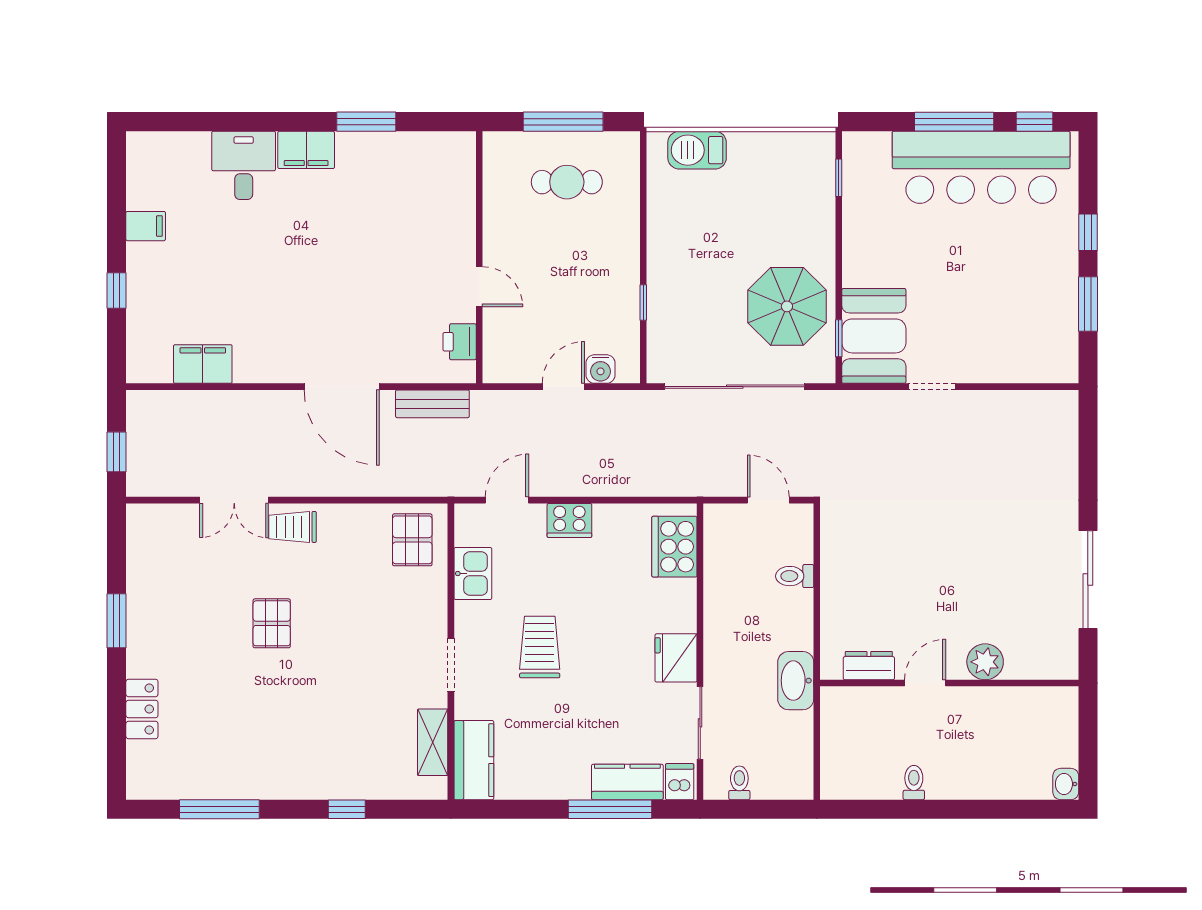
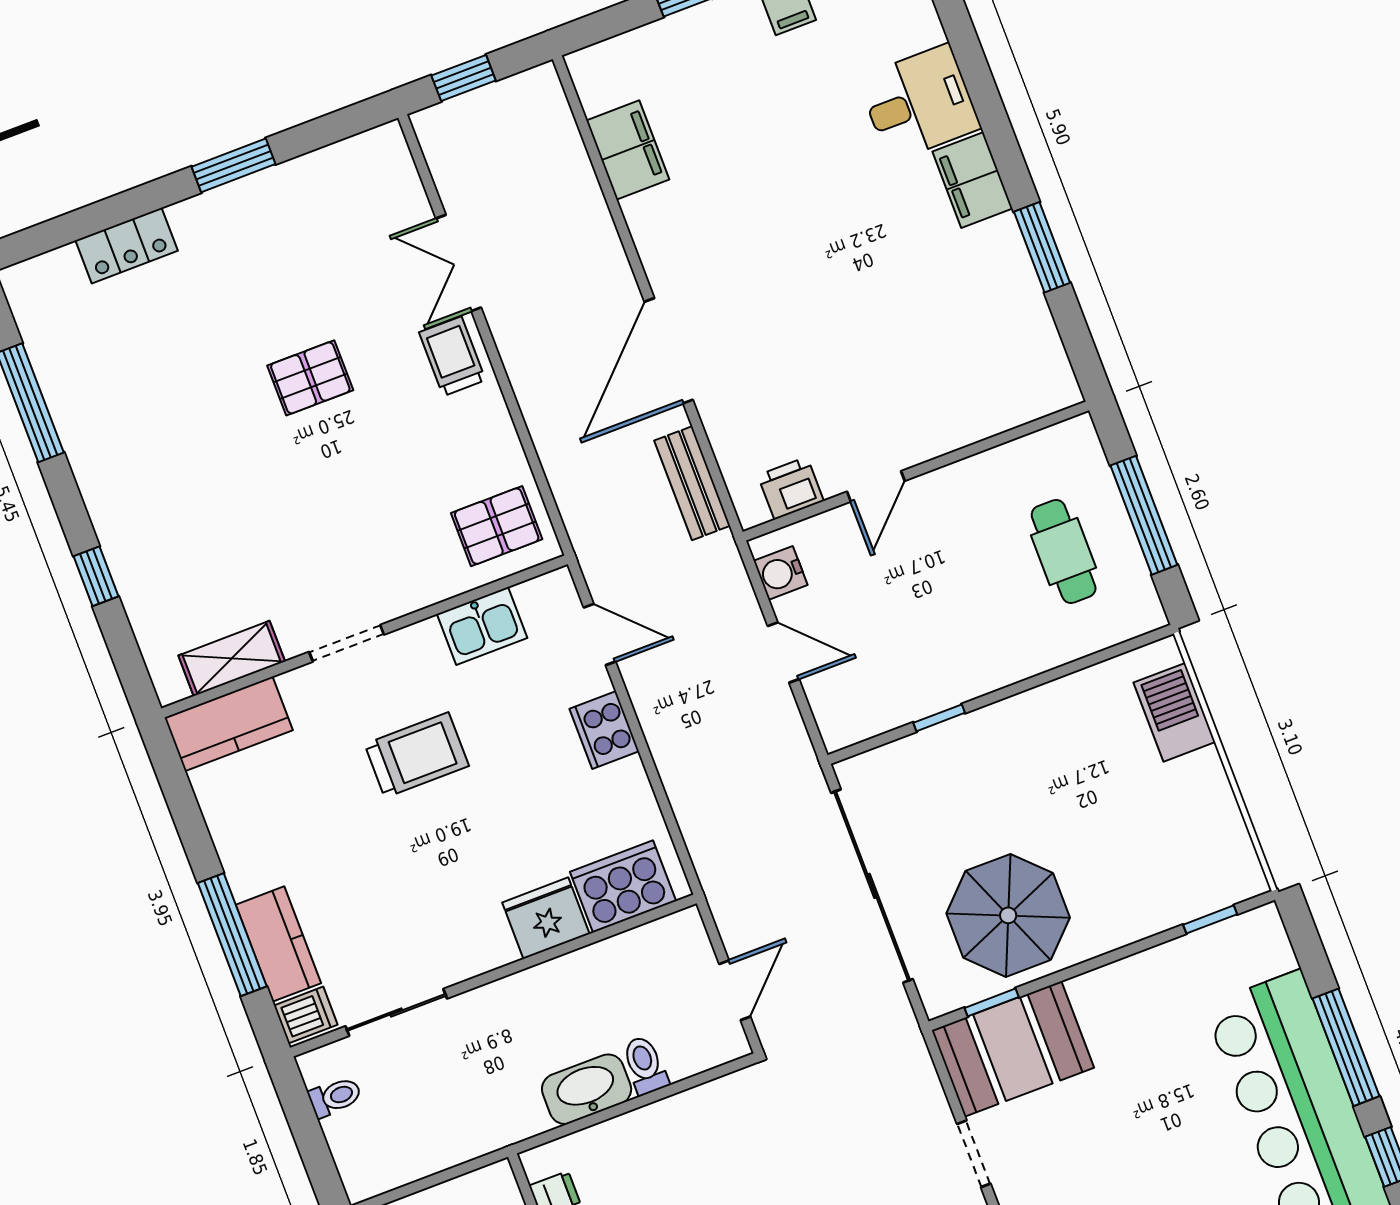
water cooler: (600, 369) -> (780, 573), moved
fridge: (676, 658) -> (546, 918), moved
washbasin: (796, 681) -> (587, 1089), moved

